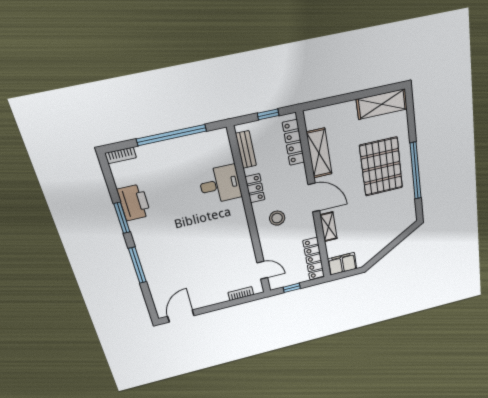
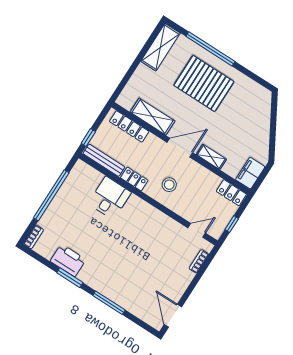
window: (268, 114) -> (88, 137), moved
bench: (246, 150) -> (104, 160), width x1.36
window: (416, 171) -> (210, 49), moved
locker: (314, 259) -> (231, 193), width x0.66

